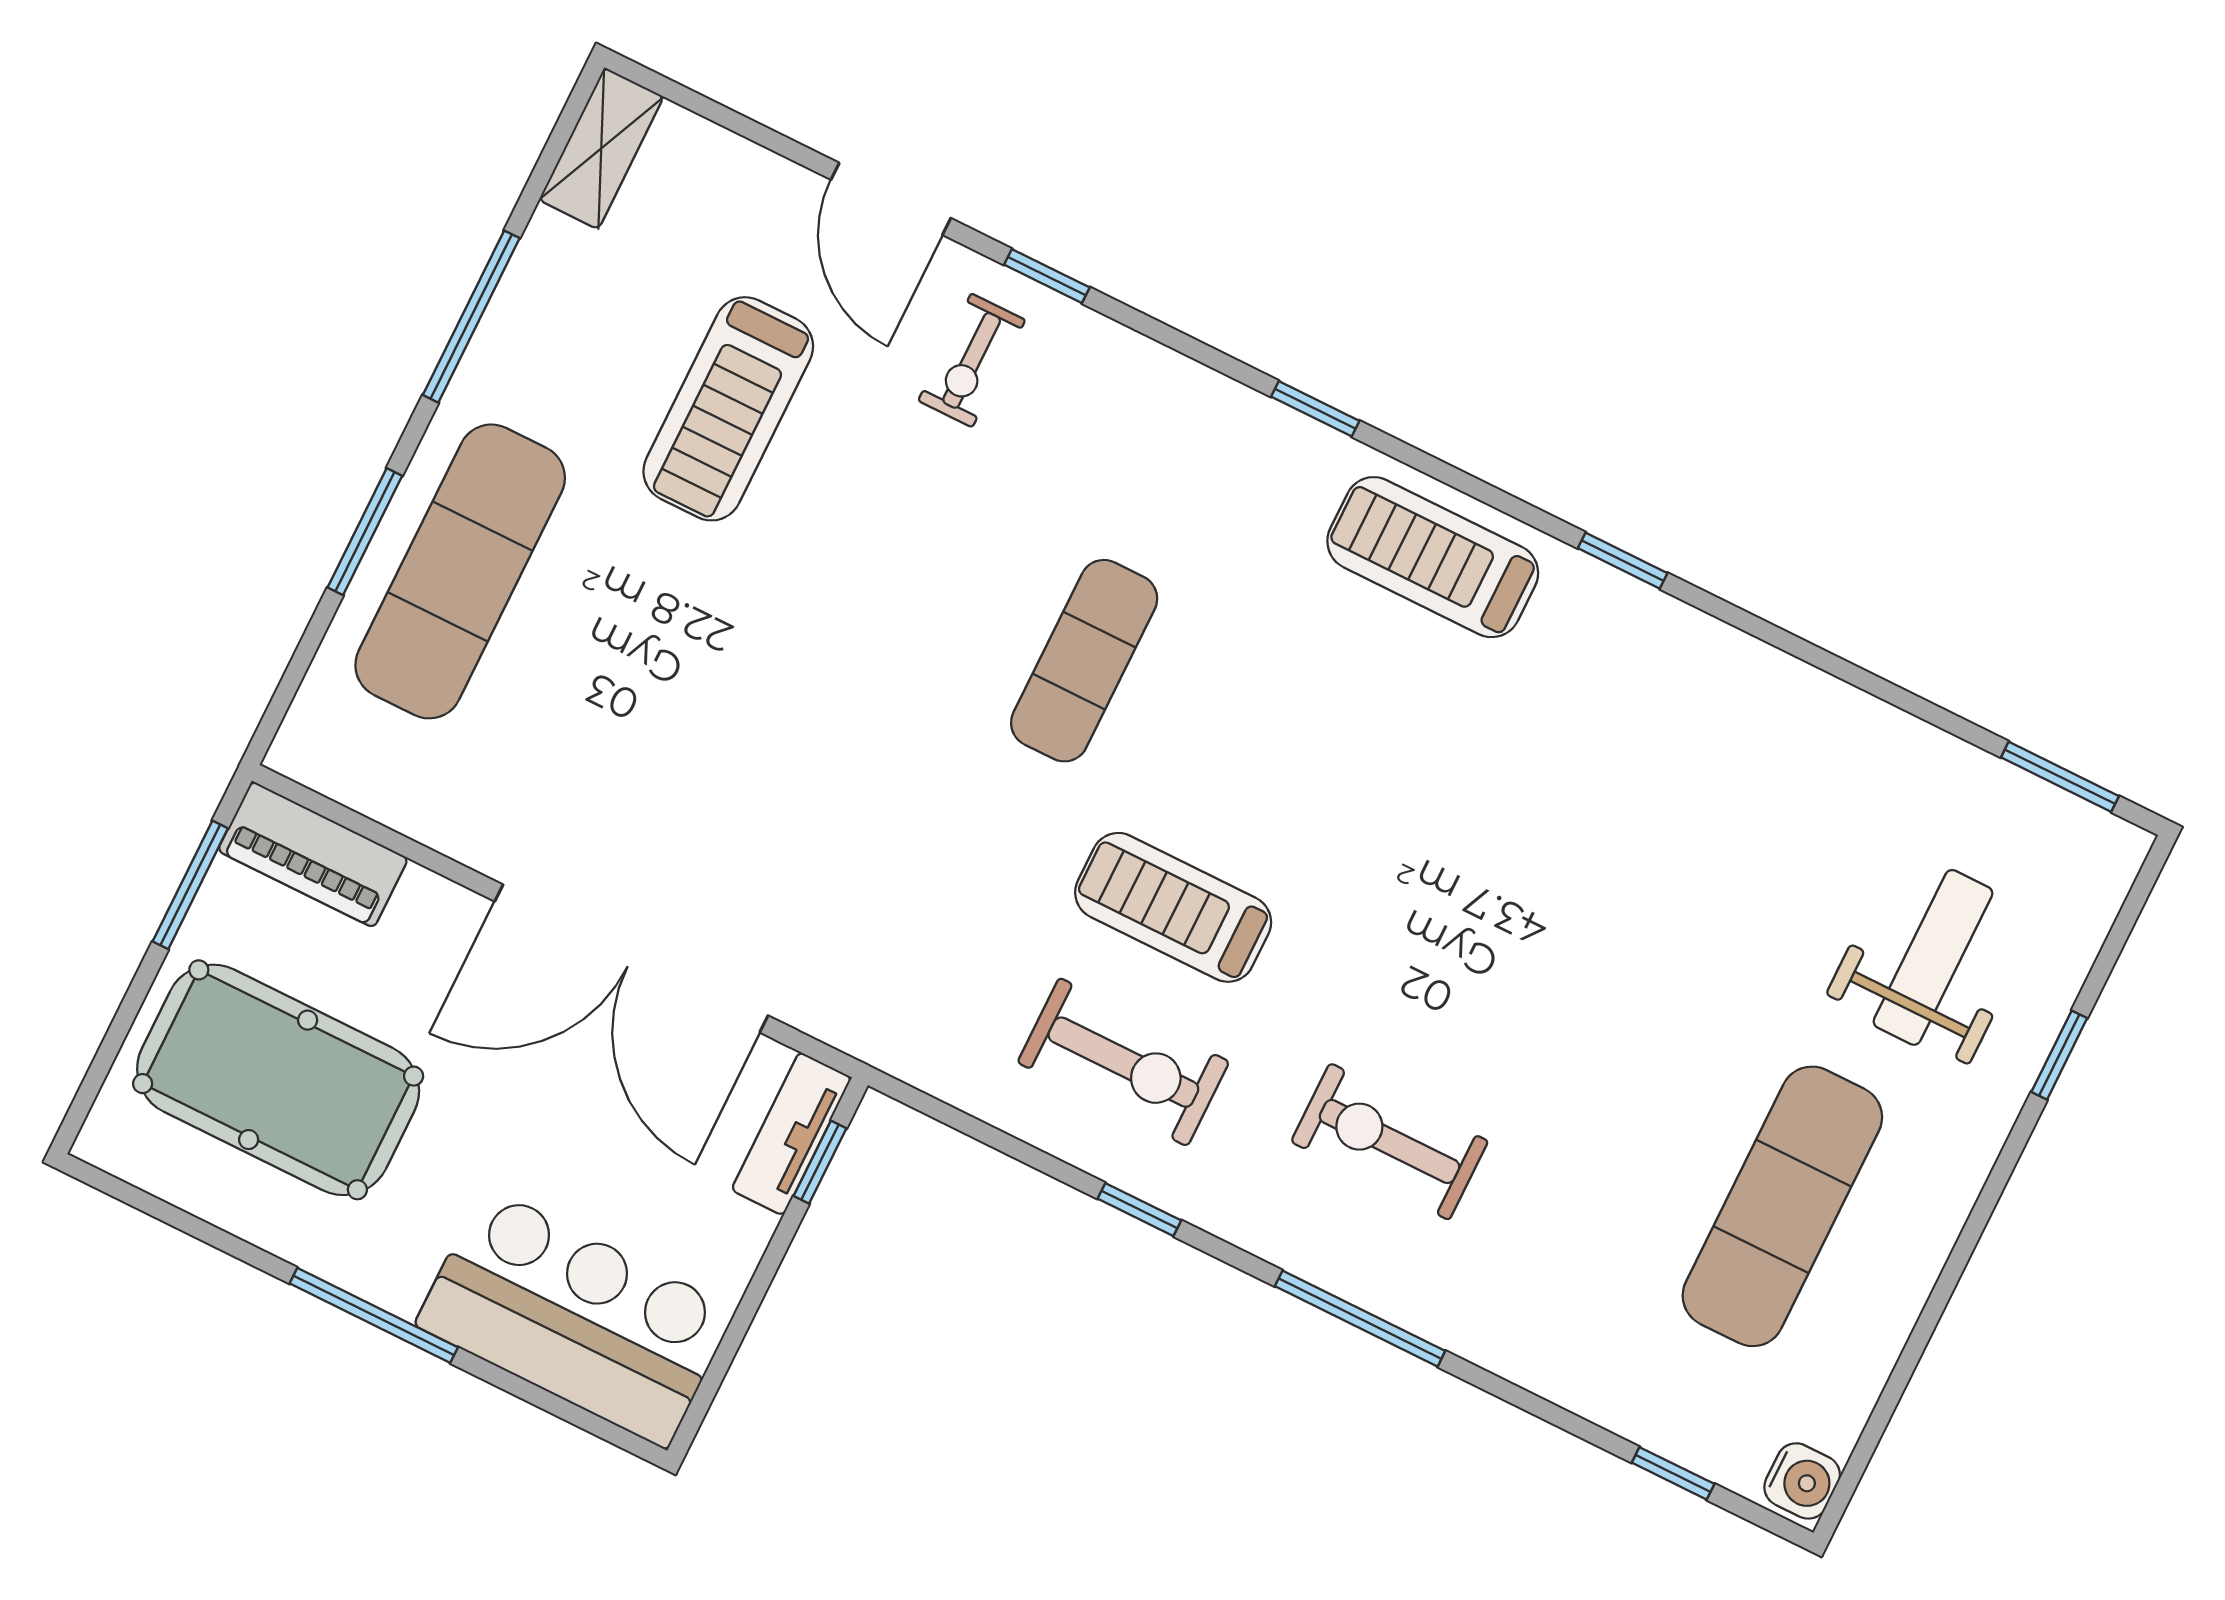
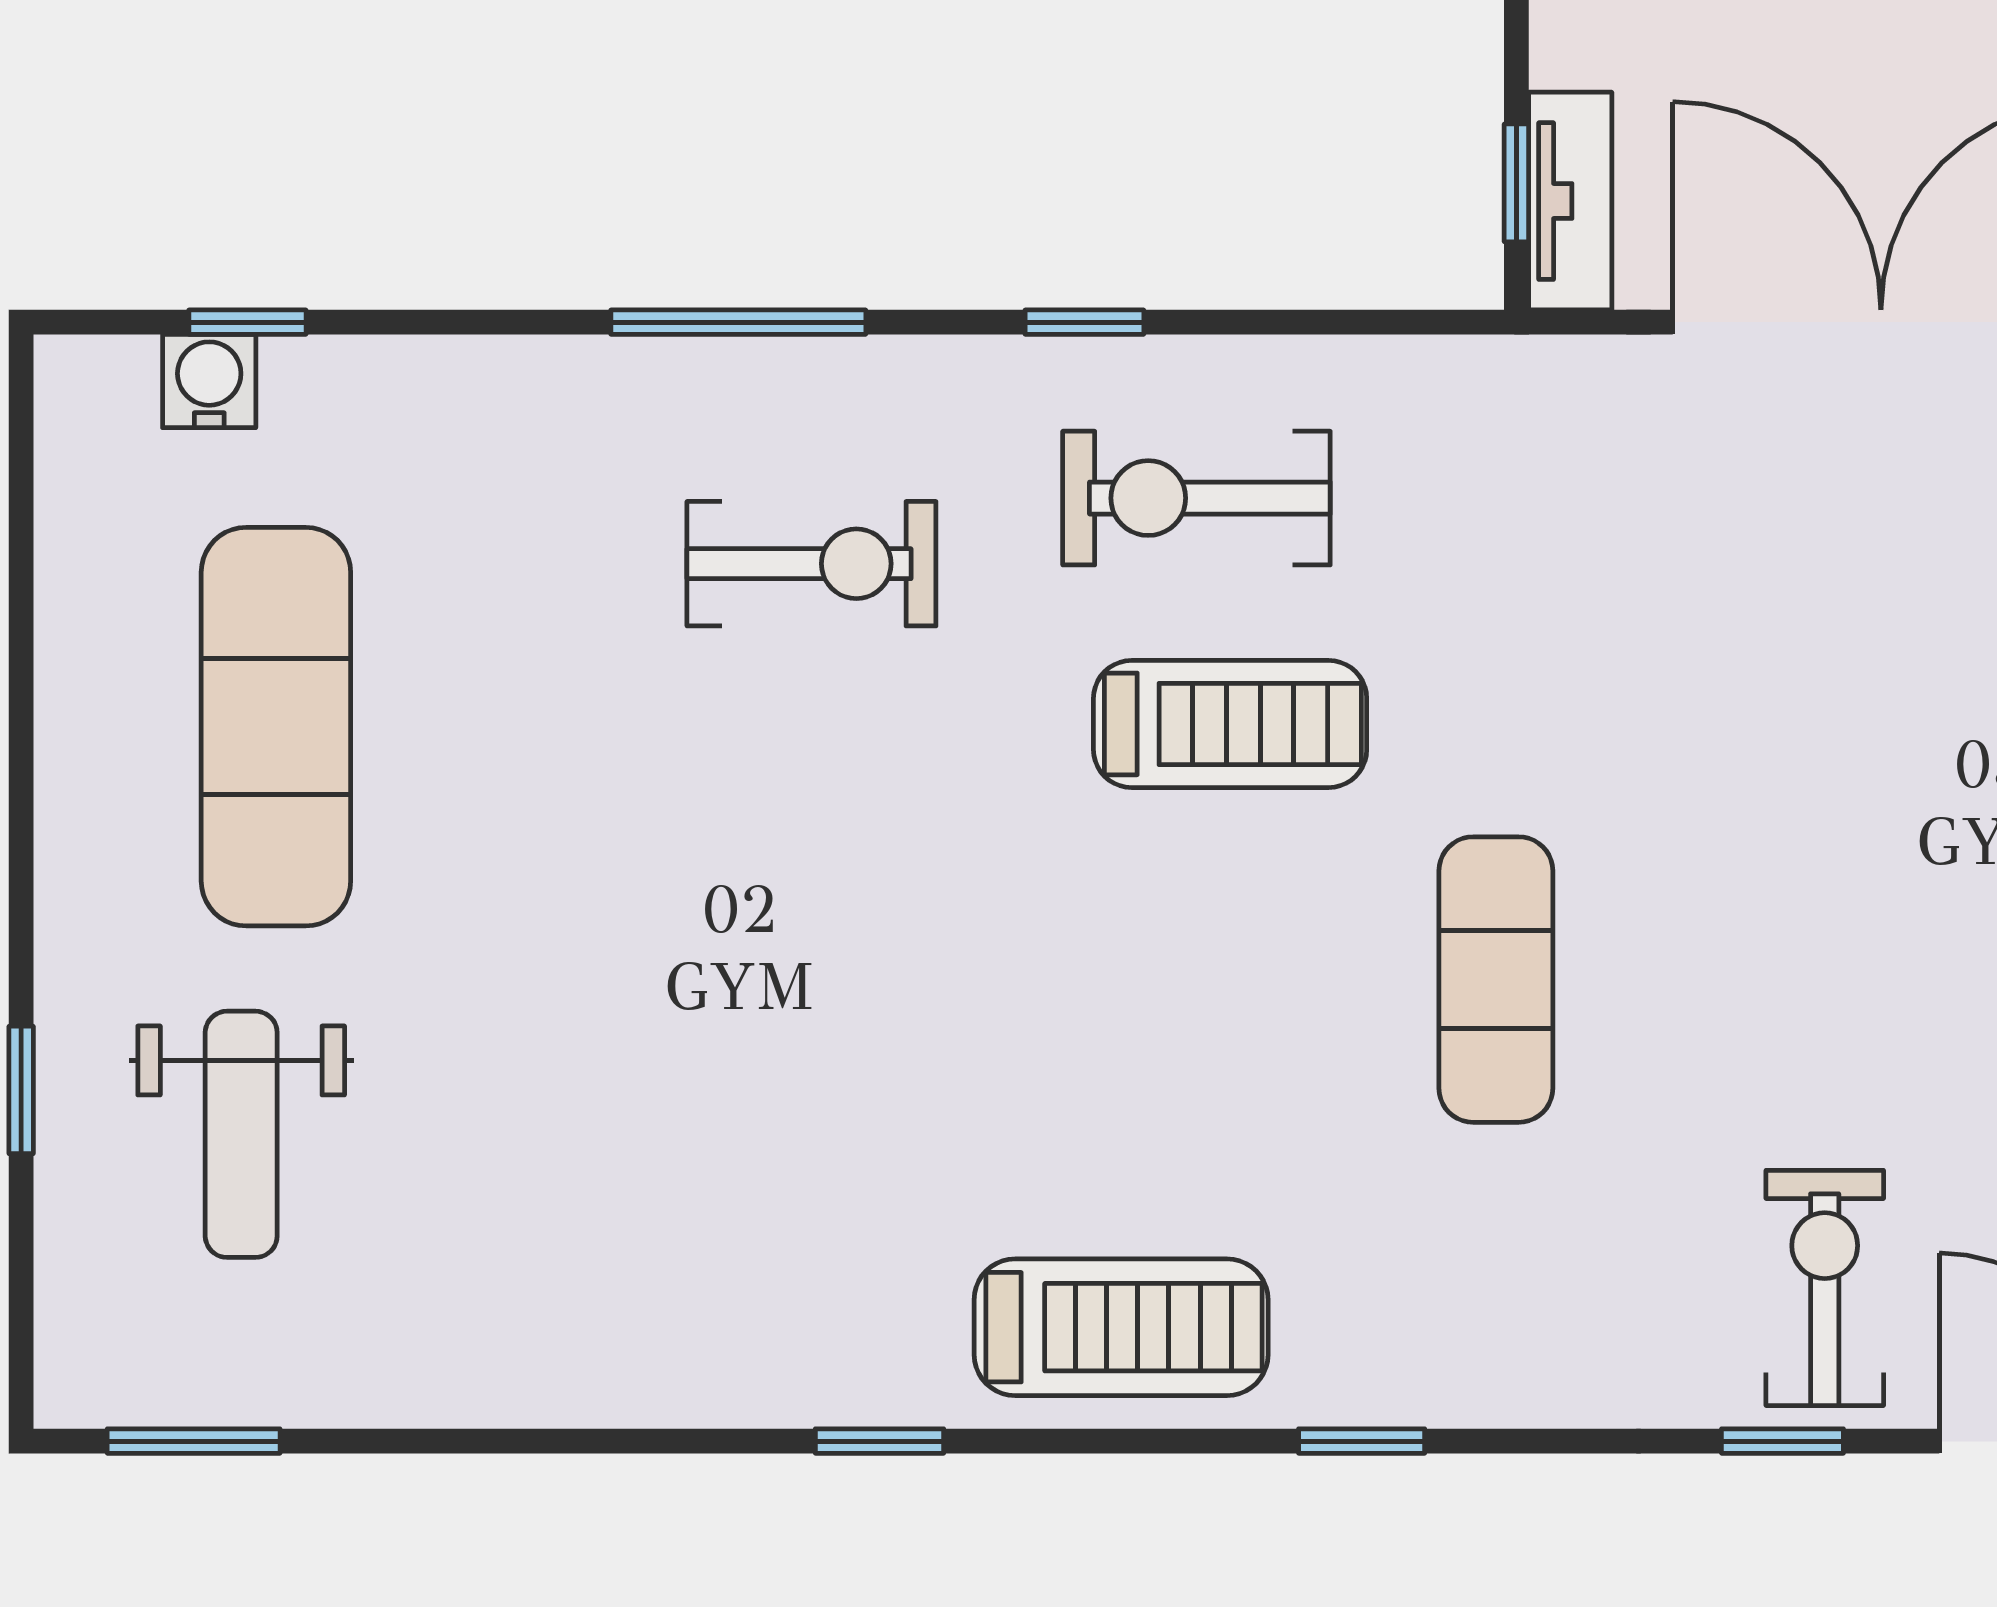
exercise bike: (972, 360) -> (1825, 1288), width x1.38, depth x1.39
water cooler: (1802, 1481) -> (209, 381), moved, turned 90

